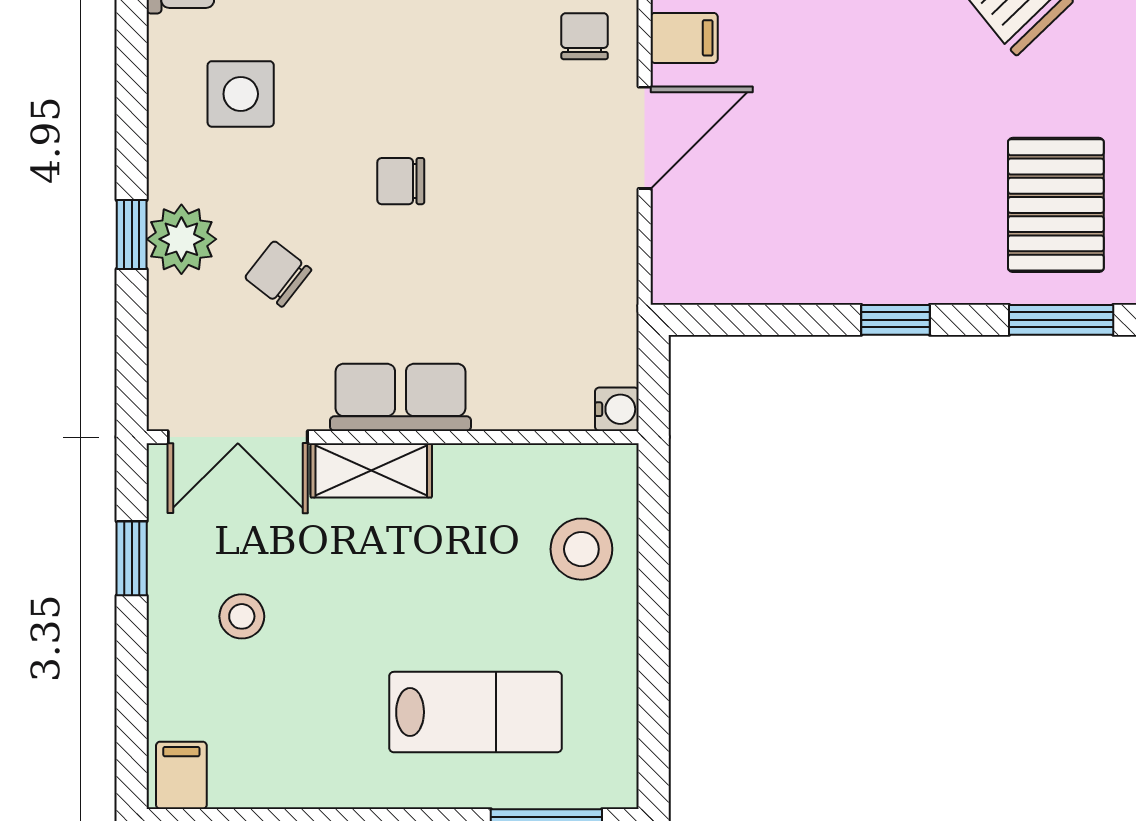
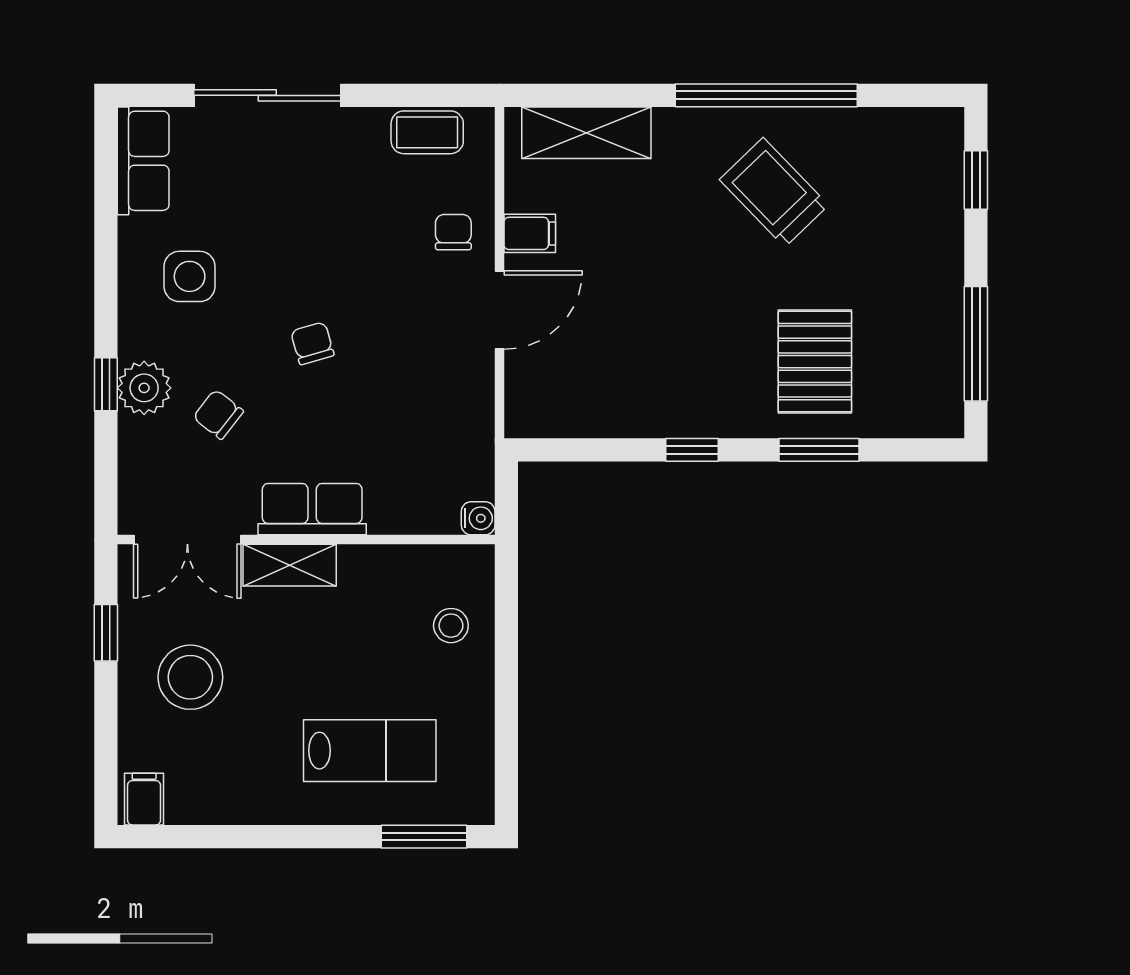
chair: (401, 181) -> (312, 343), turned 74
stool: (581, 549) -> (451, 626), width x0.73, depth x0.73
stool: (242, 616) -> (190, 677), width x1.89, depth x1.89

